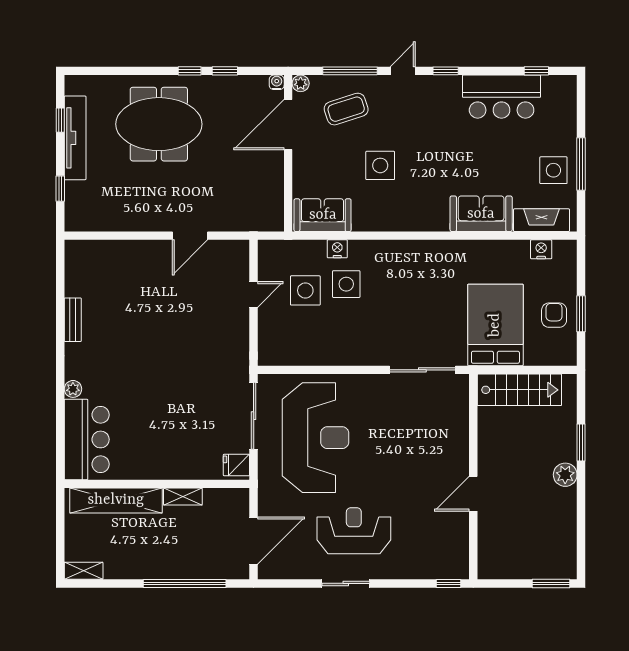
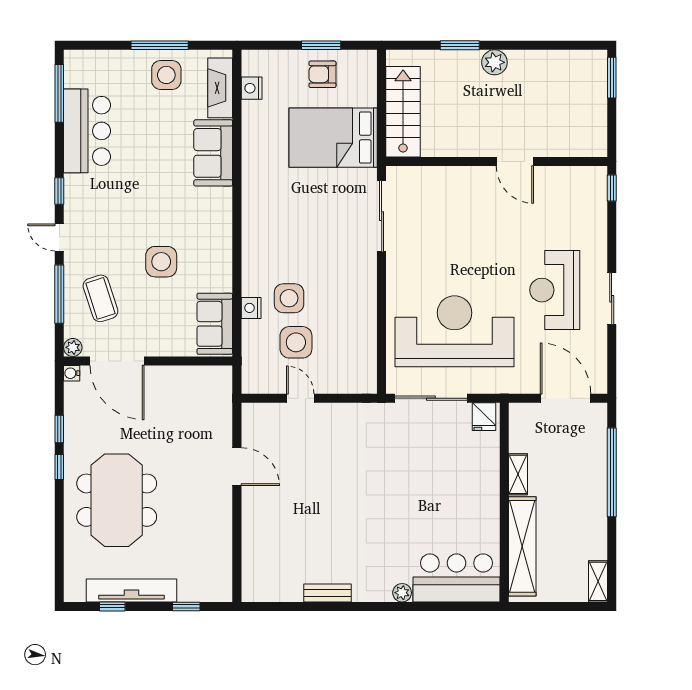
window: (536, 71) -> (59, 93), width x2.17

